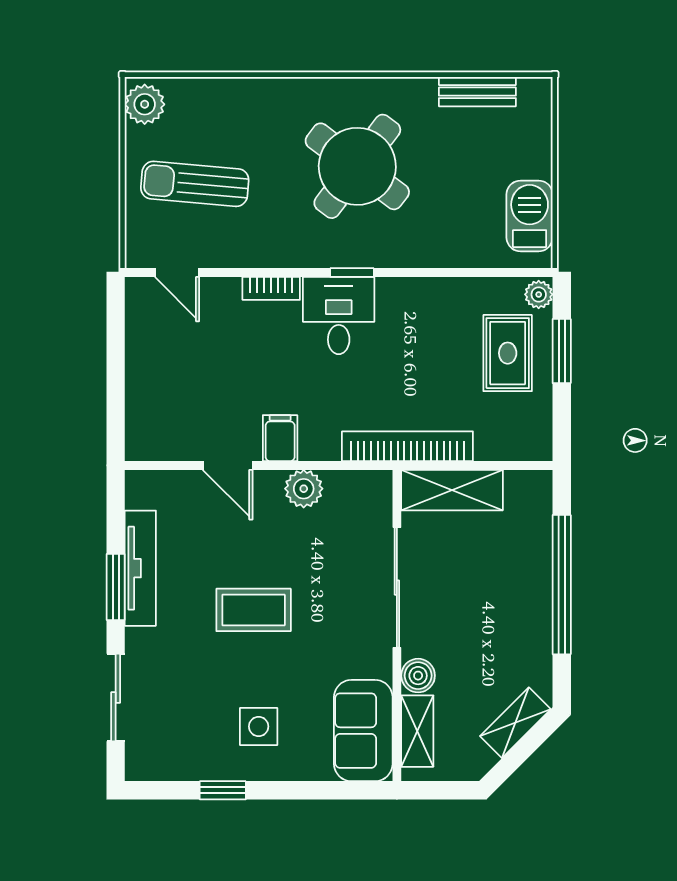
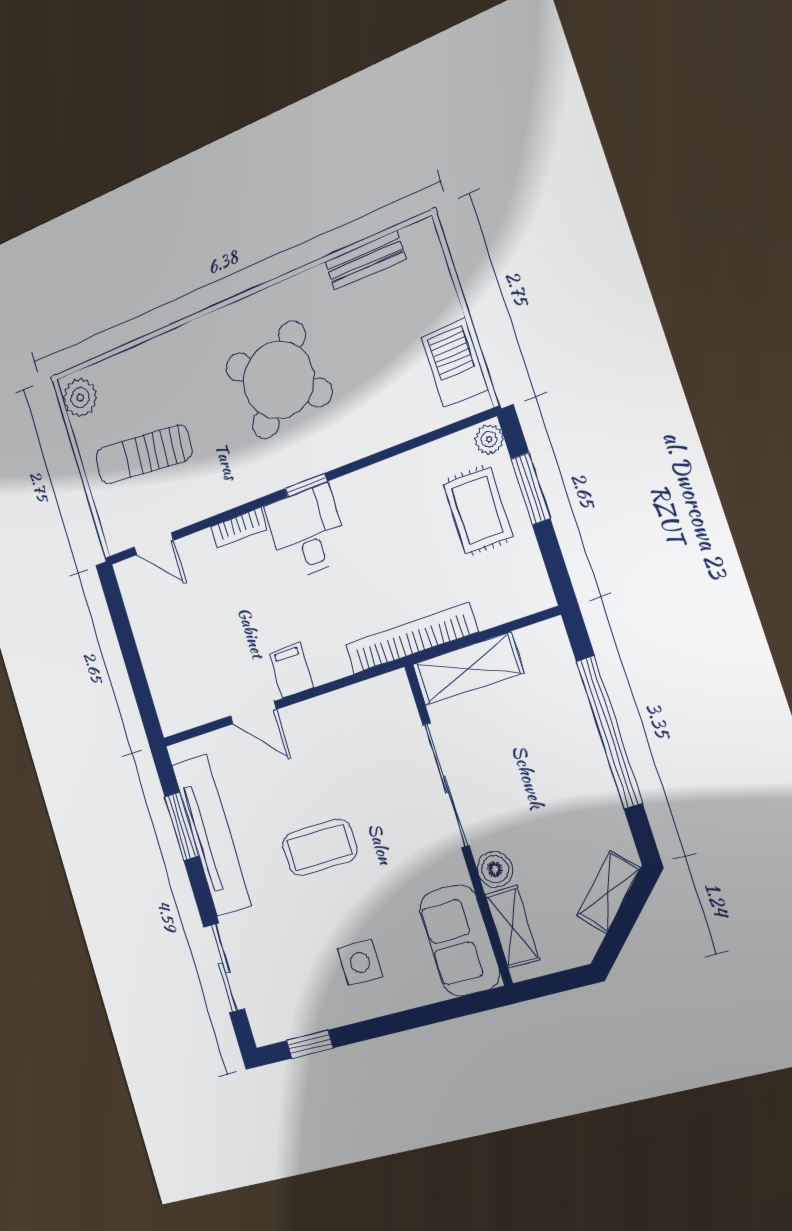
plant: (304, 489) -> (328, 713), removed
tv unit: (140, 568) -> (212, 835), width x1.36, depth x1.29
window: (116, 587) -> (182, 827), moved
window: (223, 790) -> (310, 1044), moved

